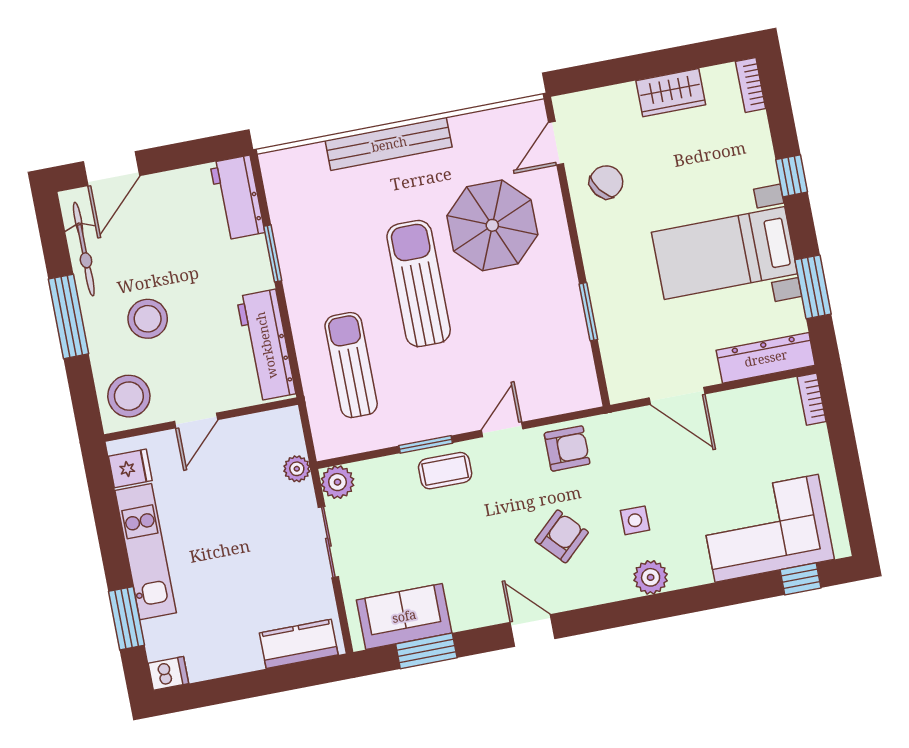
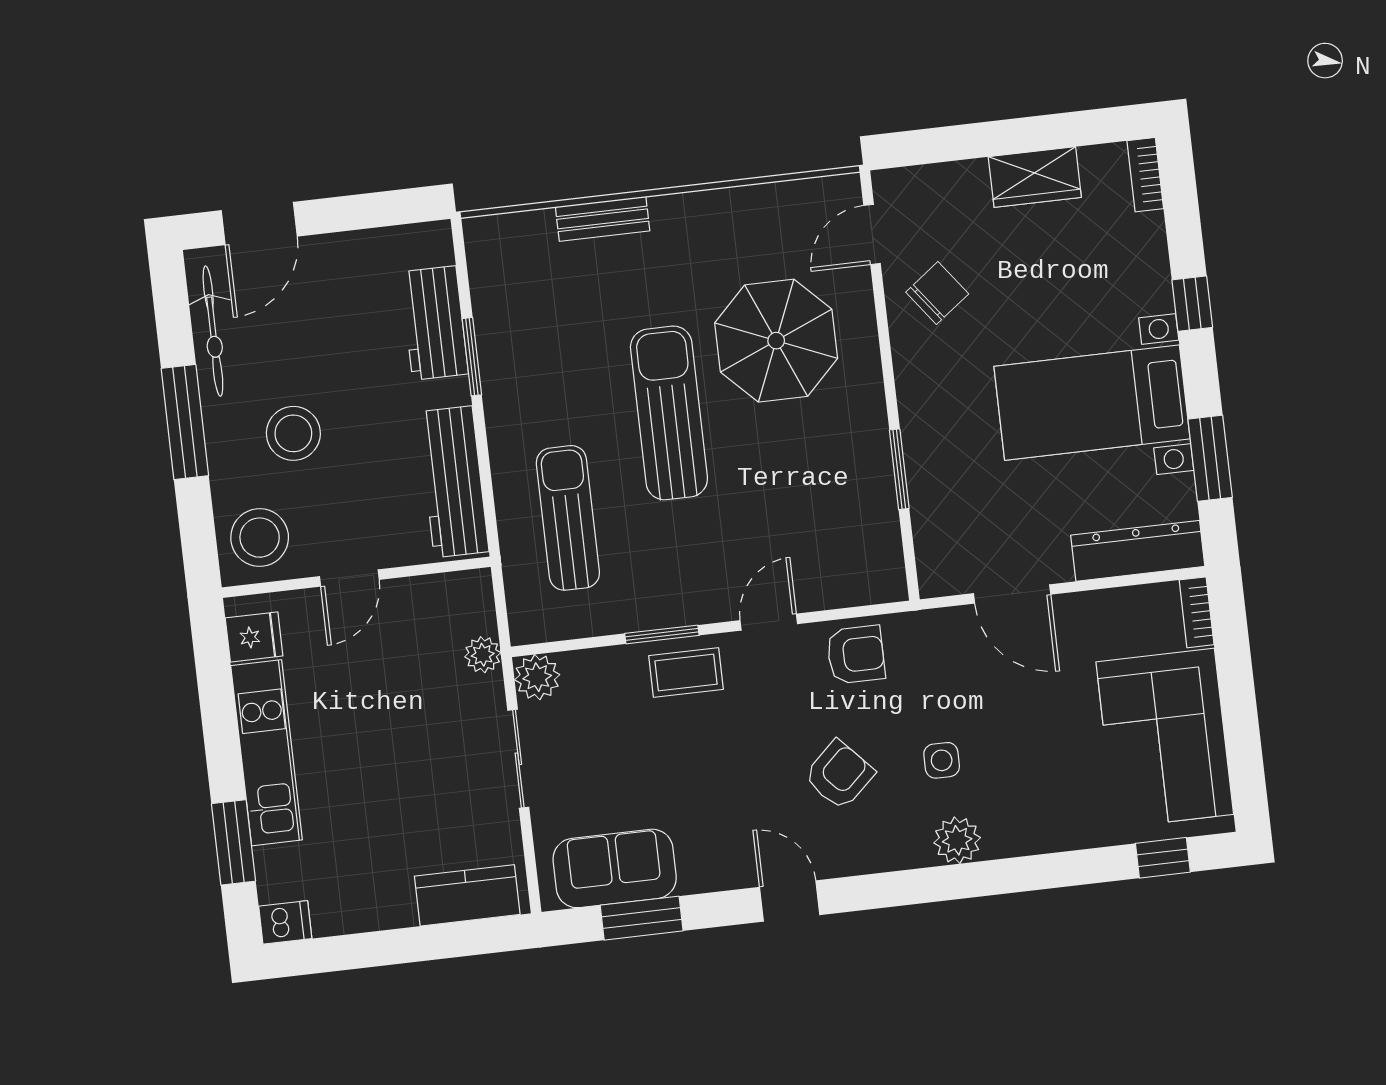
bench: (389, 144) -> (603, 219), width x0.54, depth x0.82
workbench: (237, 198) -> (434, 323), moved
corner sofa: (767, 528) -> (1165, 738), moved, turned -90

